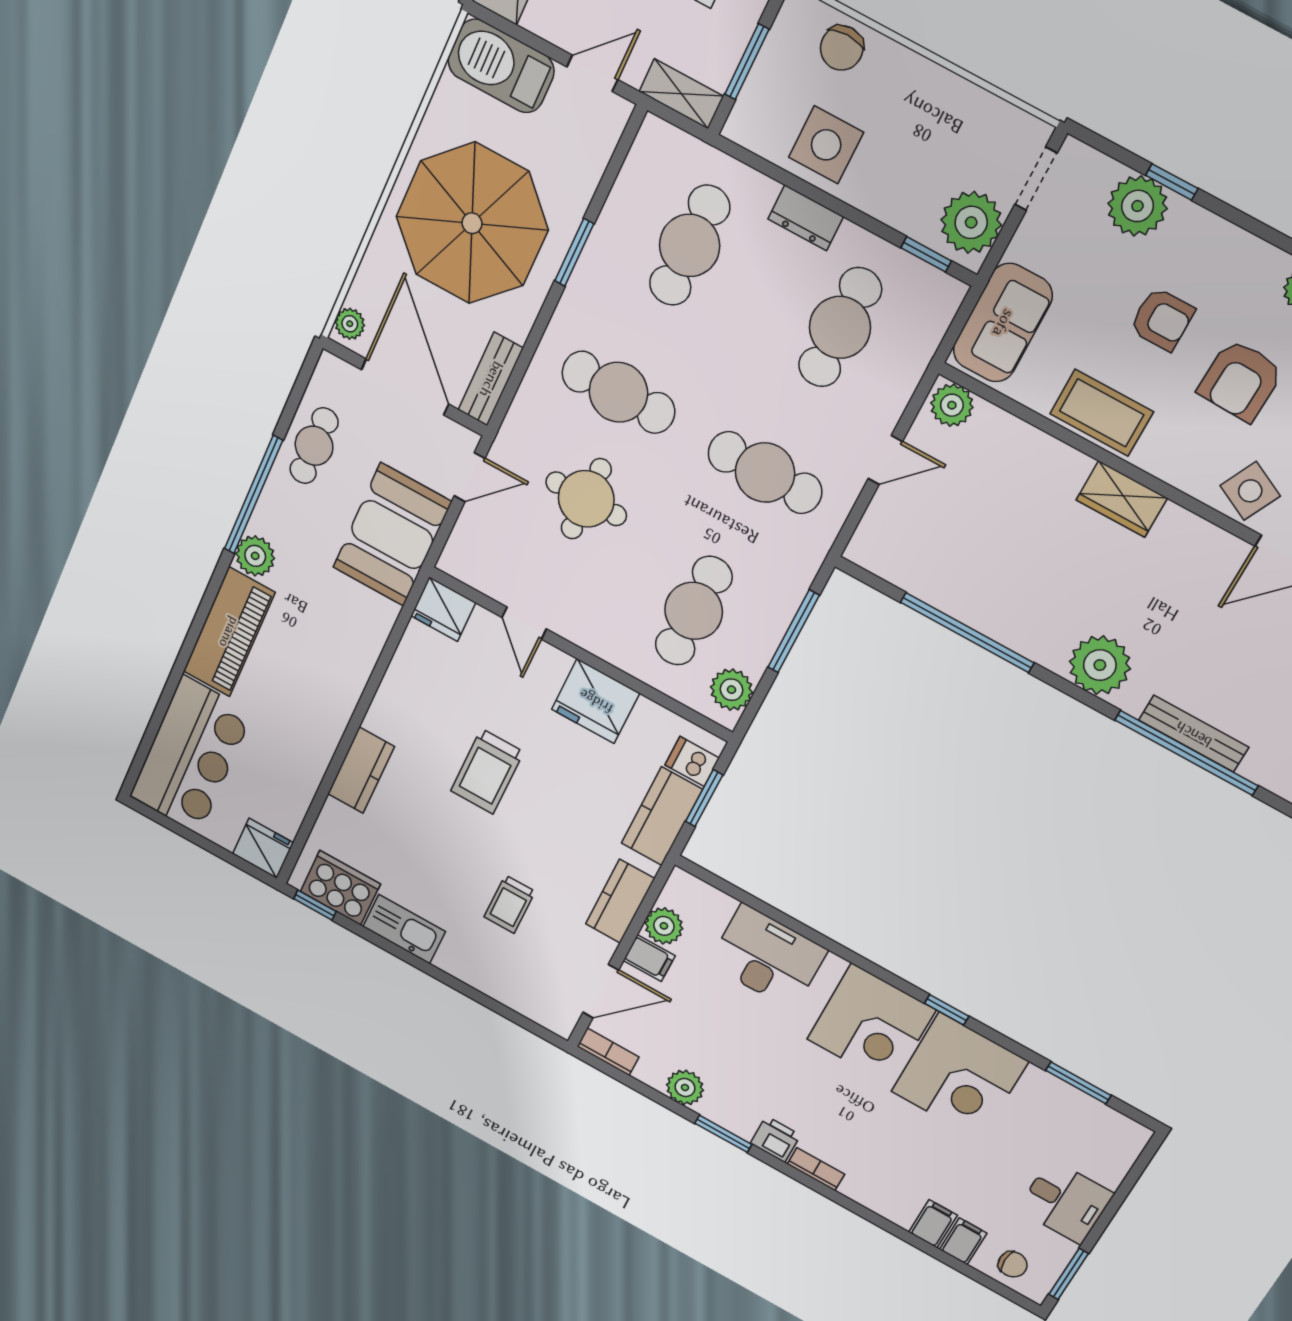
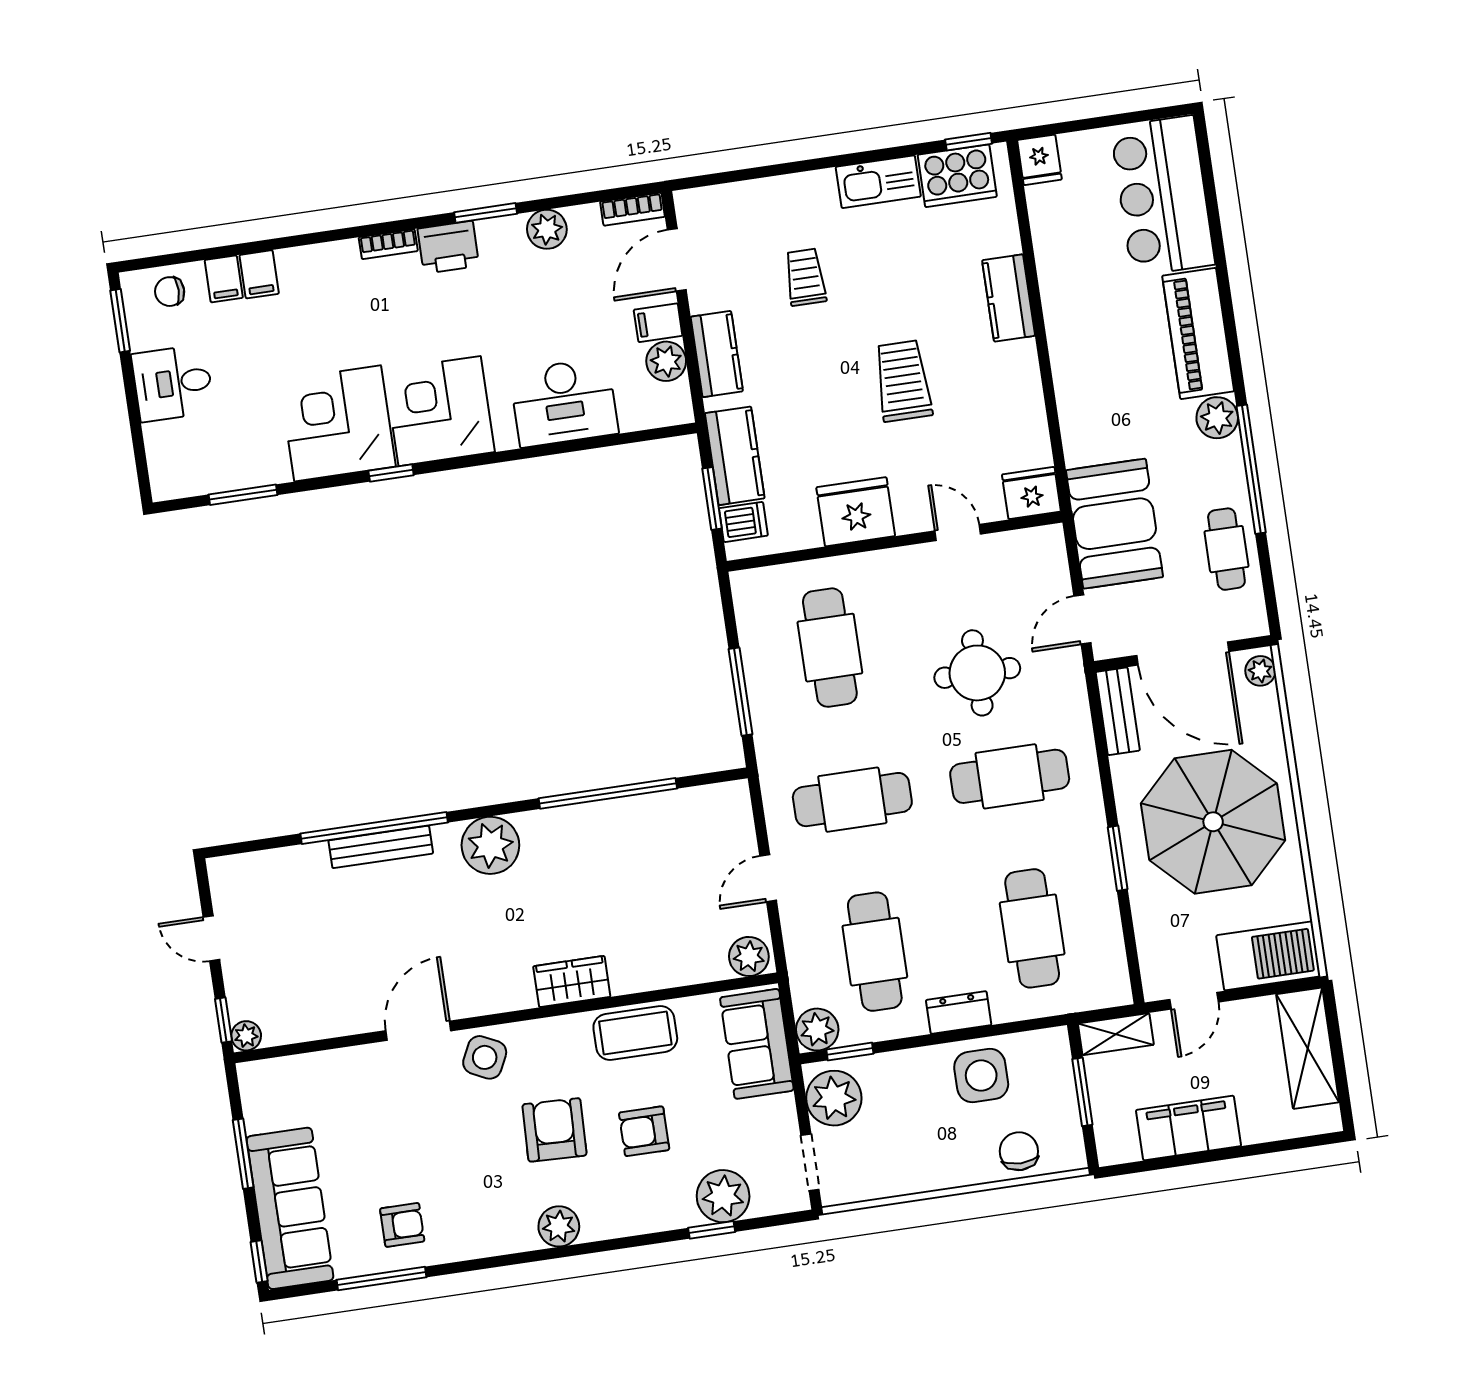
plant: (731, 690) -> (817, 1030), moved
fridge: (263, 848) -> (1039, 160), width x0.72
printer: (775, 1139) -> (448, 247), width x1.36, depth x1.24

